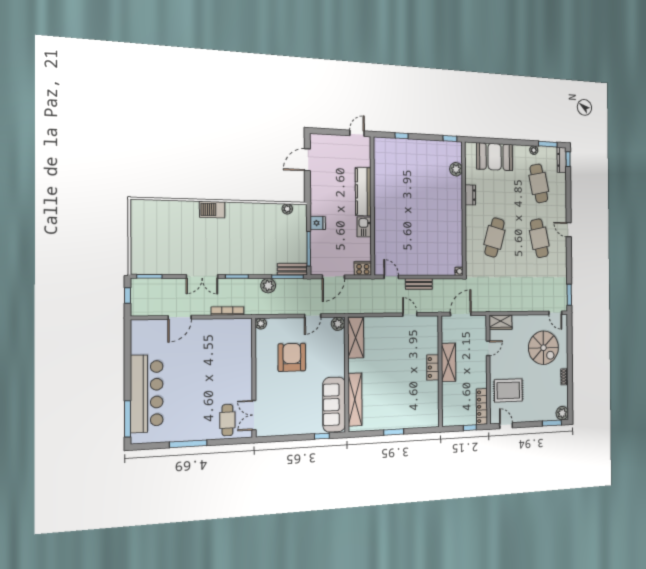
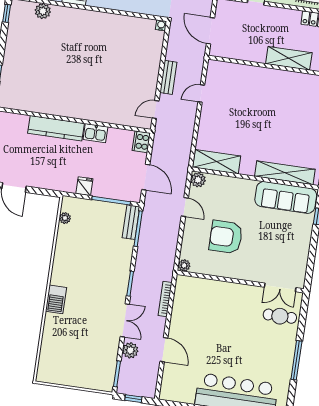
plant: (268, 286) -> (130, 350), moved
shelving: (448, 362) -> (289, 58), moved
locker: (433, 367) -> (266, 75), removed

